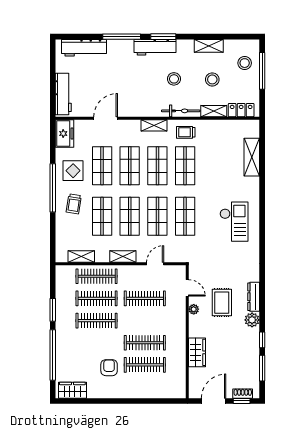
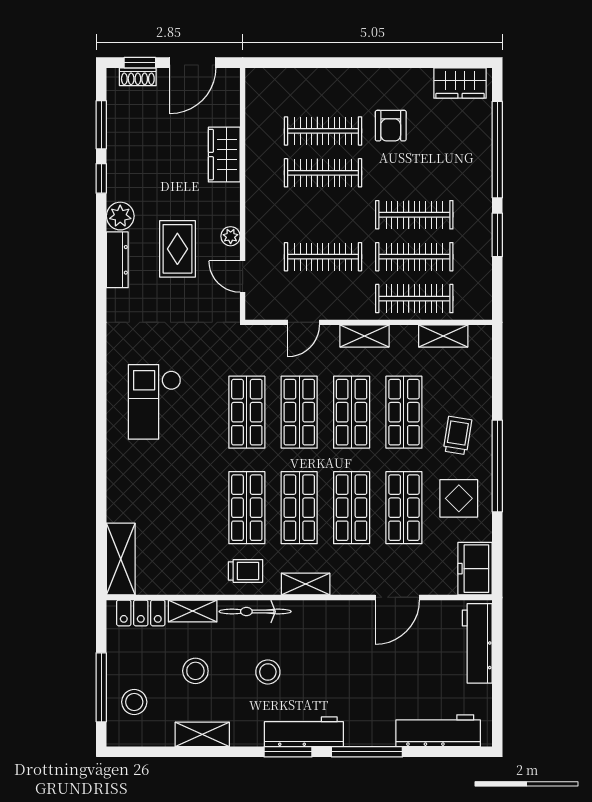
shelving: (252, 157) -> (121, 559), moved

